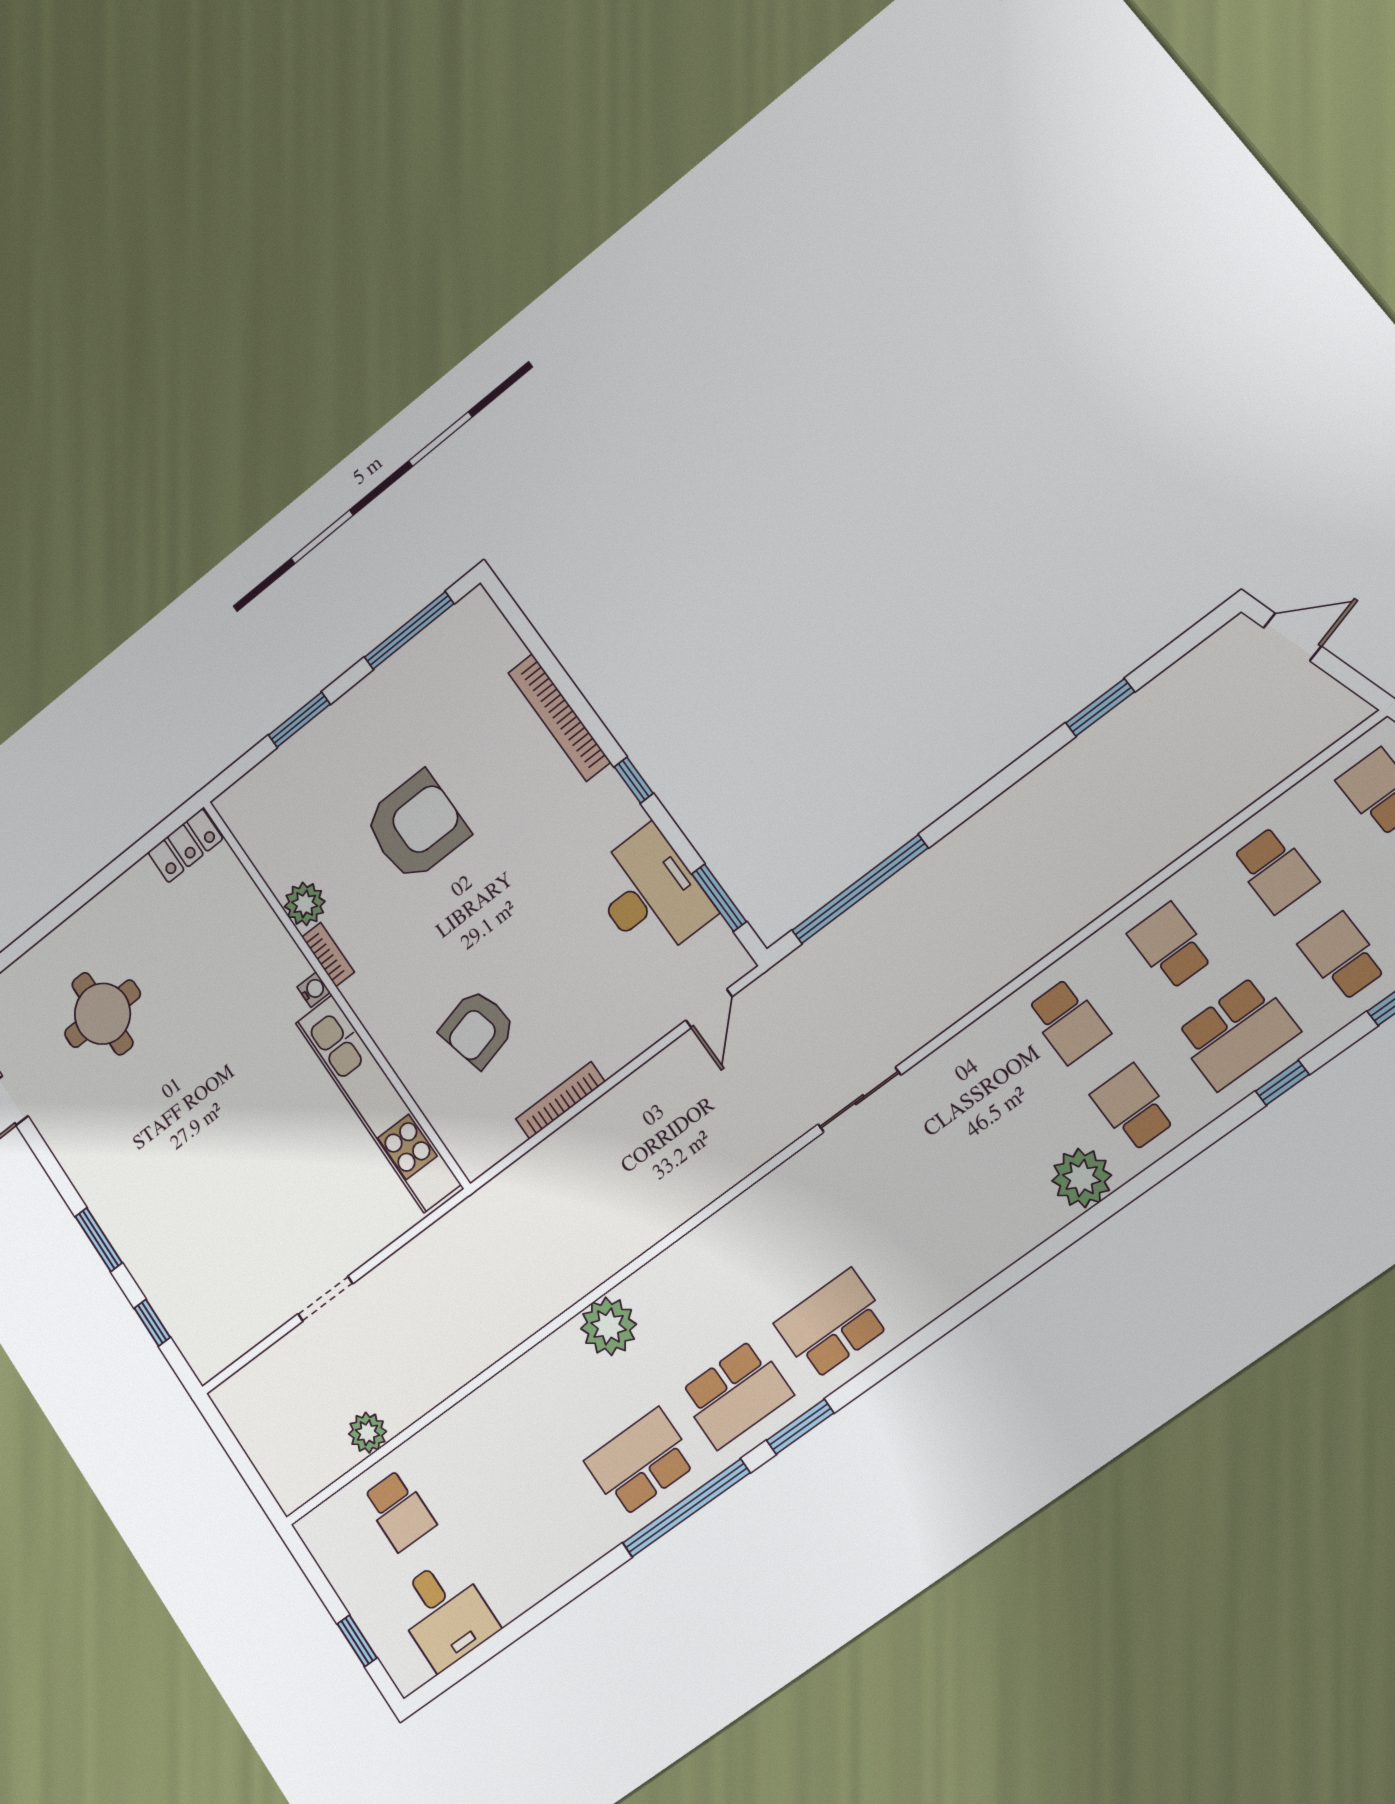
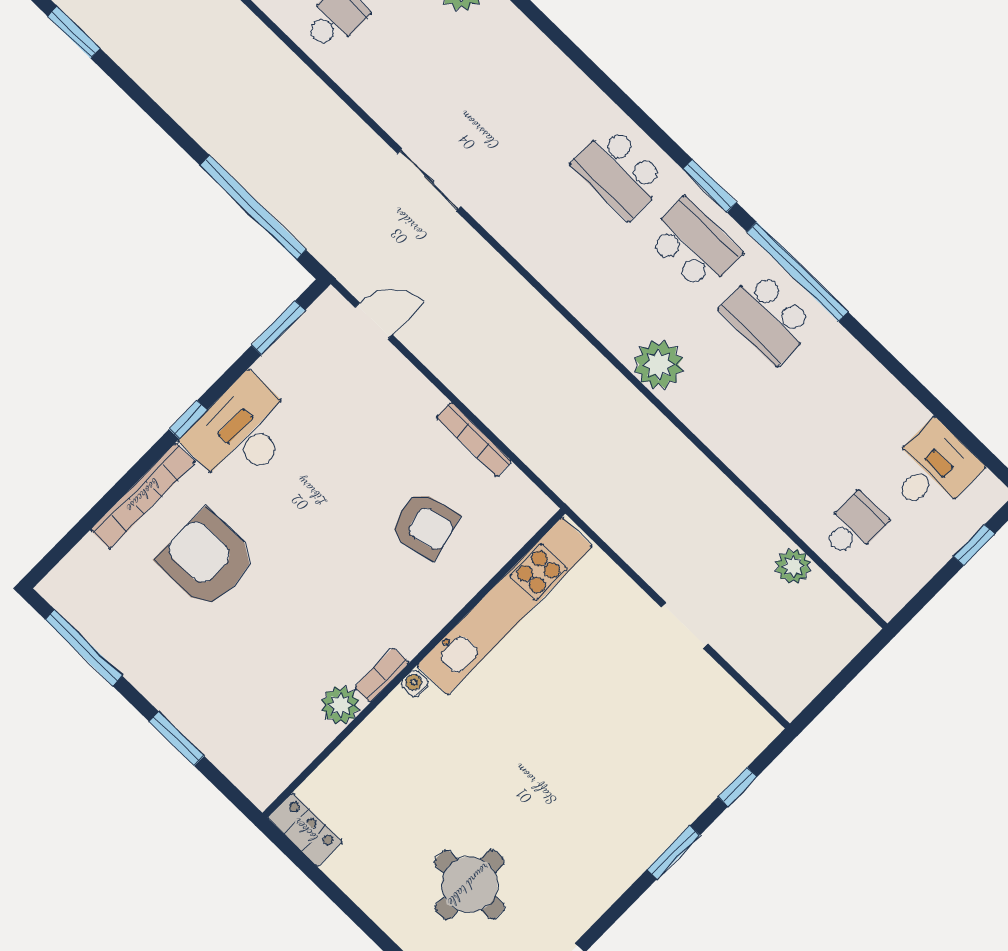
armchair: (416, 826) -> (207, 559), moved
desk: (650, 894) -> (242, 432), moved

